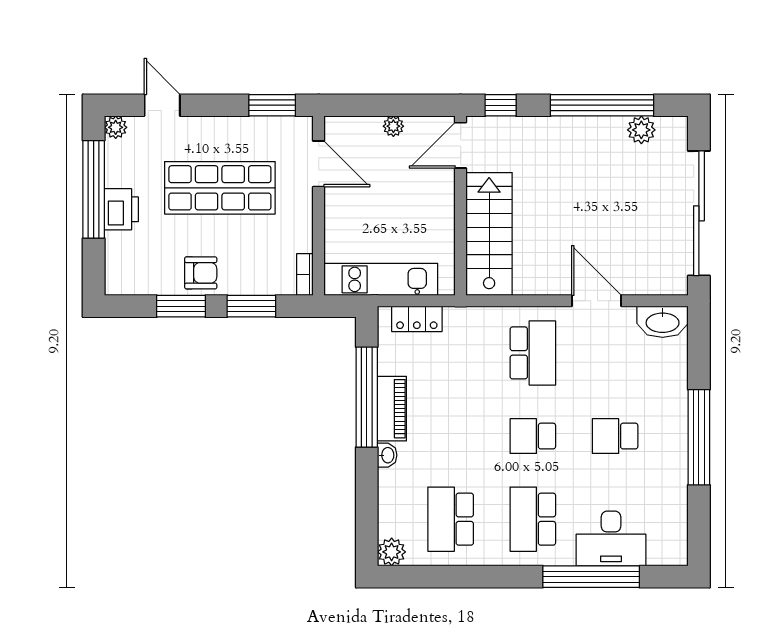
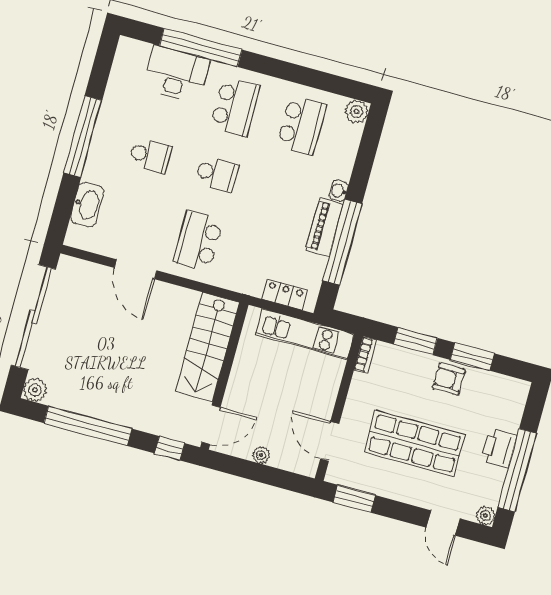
plant: (641, 130) -> (35, 390), moved
washbasin: (663, 322) -> (87, 204), moved, turned 90

